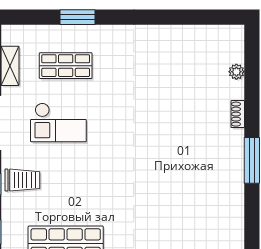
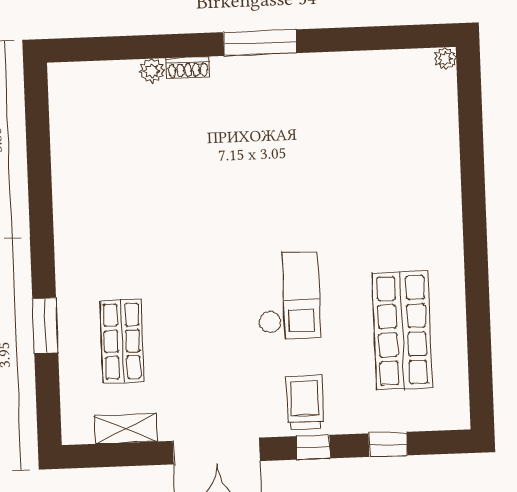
plant: (236, 72) -> (152, 71), moved
checkout: (58, 122) -> (288, 296), moved

